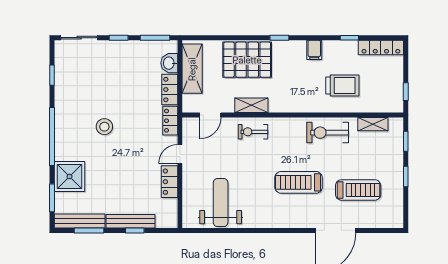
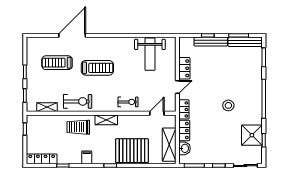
trolley: (342, 86) -> (78, 127), moved
shelving: (251, 105) -> (106, 120), moved
shower: (69, 176) -> (252, 135), moved

